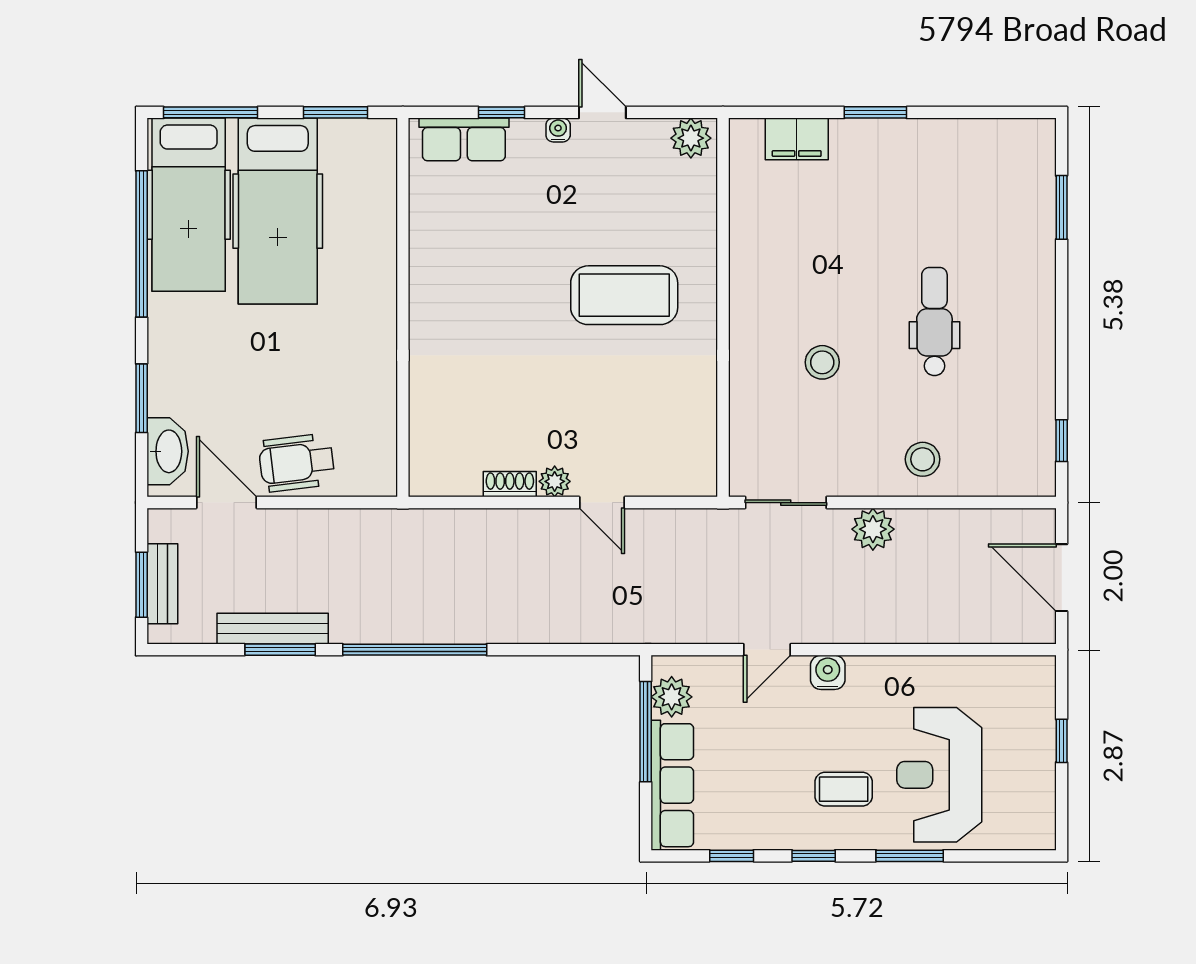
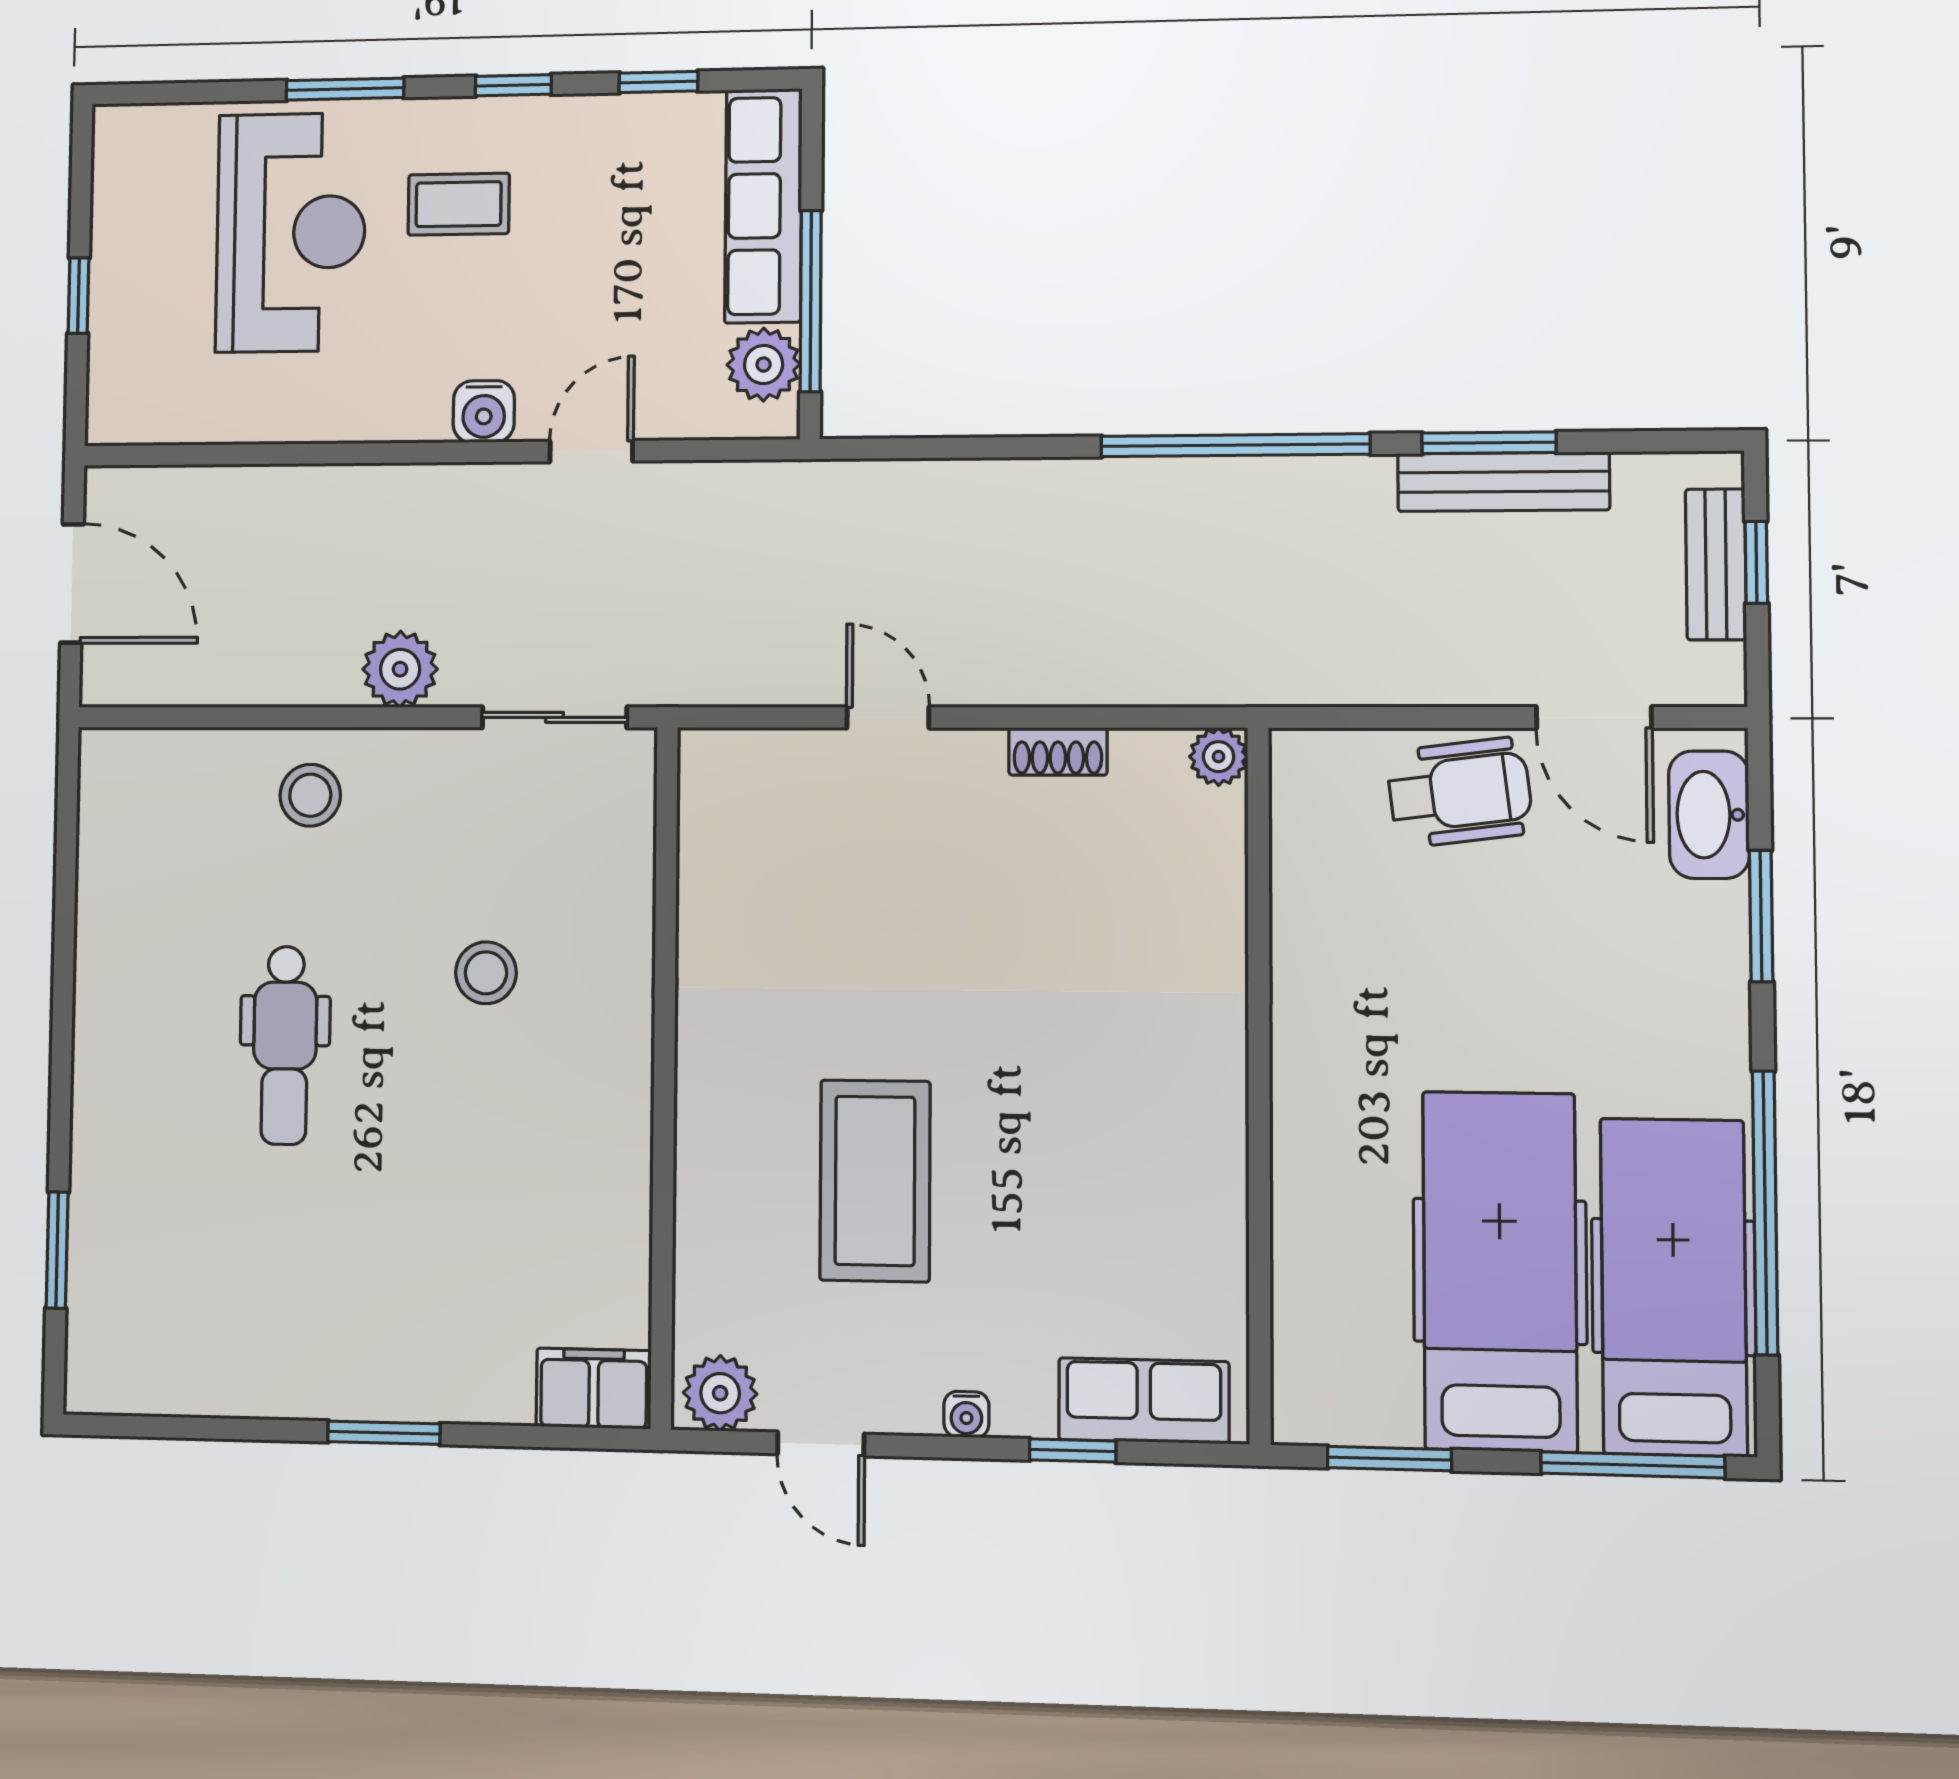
door: (602, 112) -> (821, 1444), moved
filing cabinet: (797, 139) -> (594, 1389), moved
coffee table: (624, 295) -> (875, 1181), moved, turned 90
window: (1062, 441) -> (67, 828), removed
plant: (555, 481) -> (1219, 757), moved
window: (142, 585) -> (1756, 562), width x0.67

